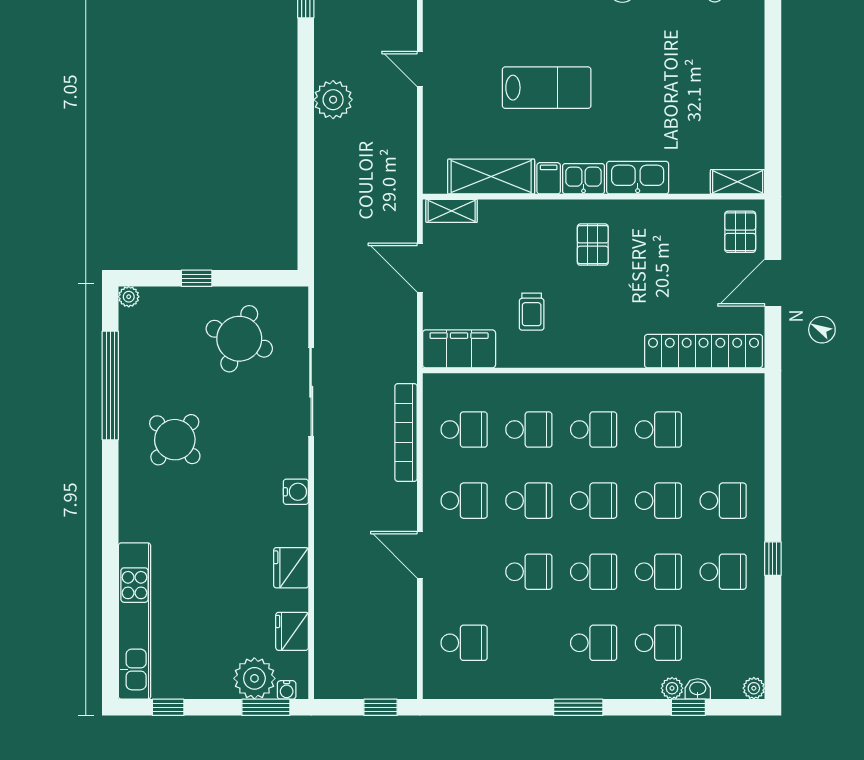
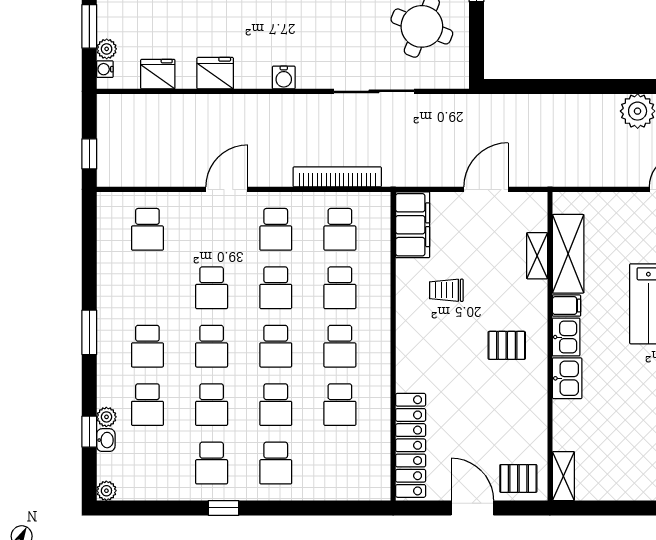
kitchen sink: (638, 178) -> (567, 378), width x0.73
shelving: (452, 211) -> (537, 256), moved
plant: (254, 678) -> (107, 49), width x0.53, depth x0.53
window: (266, 707) -> (89, 26), moved

